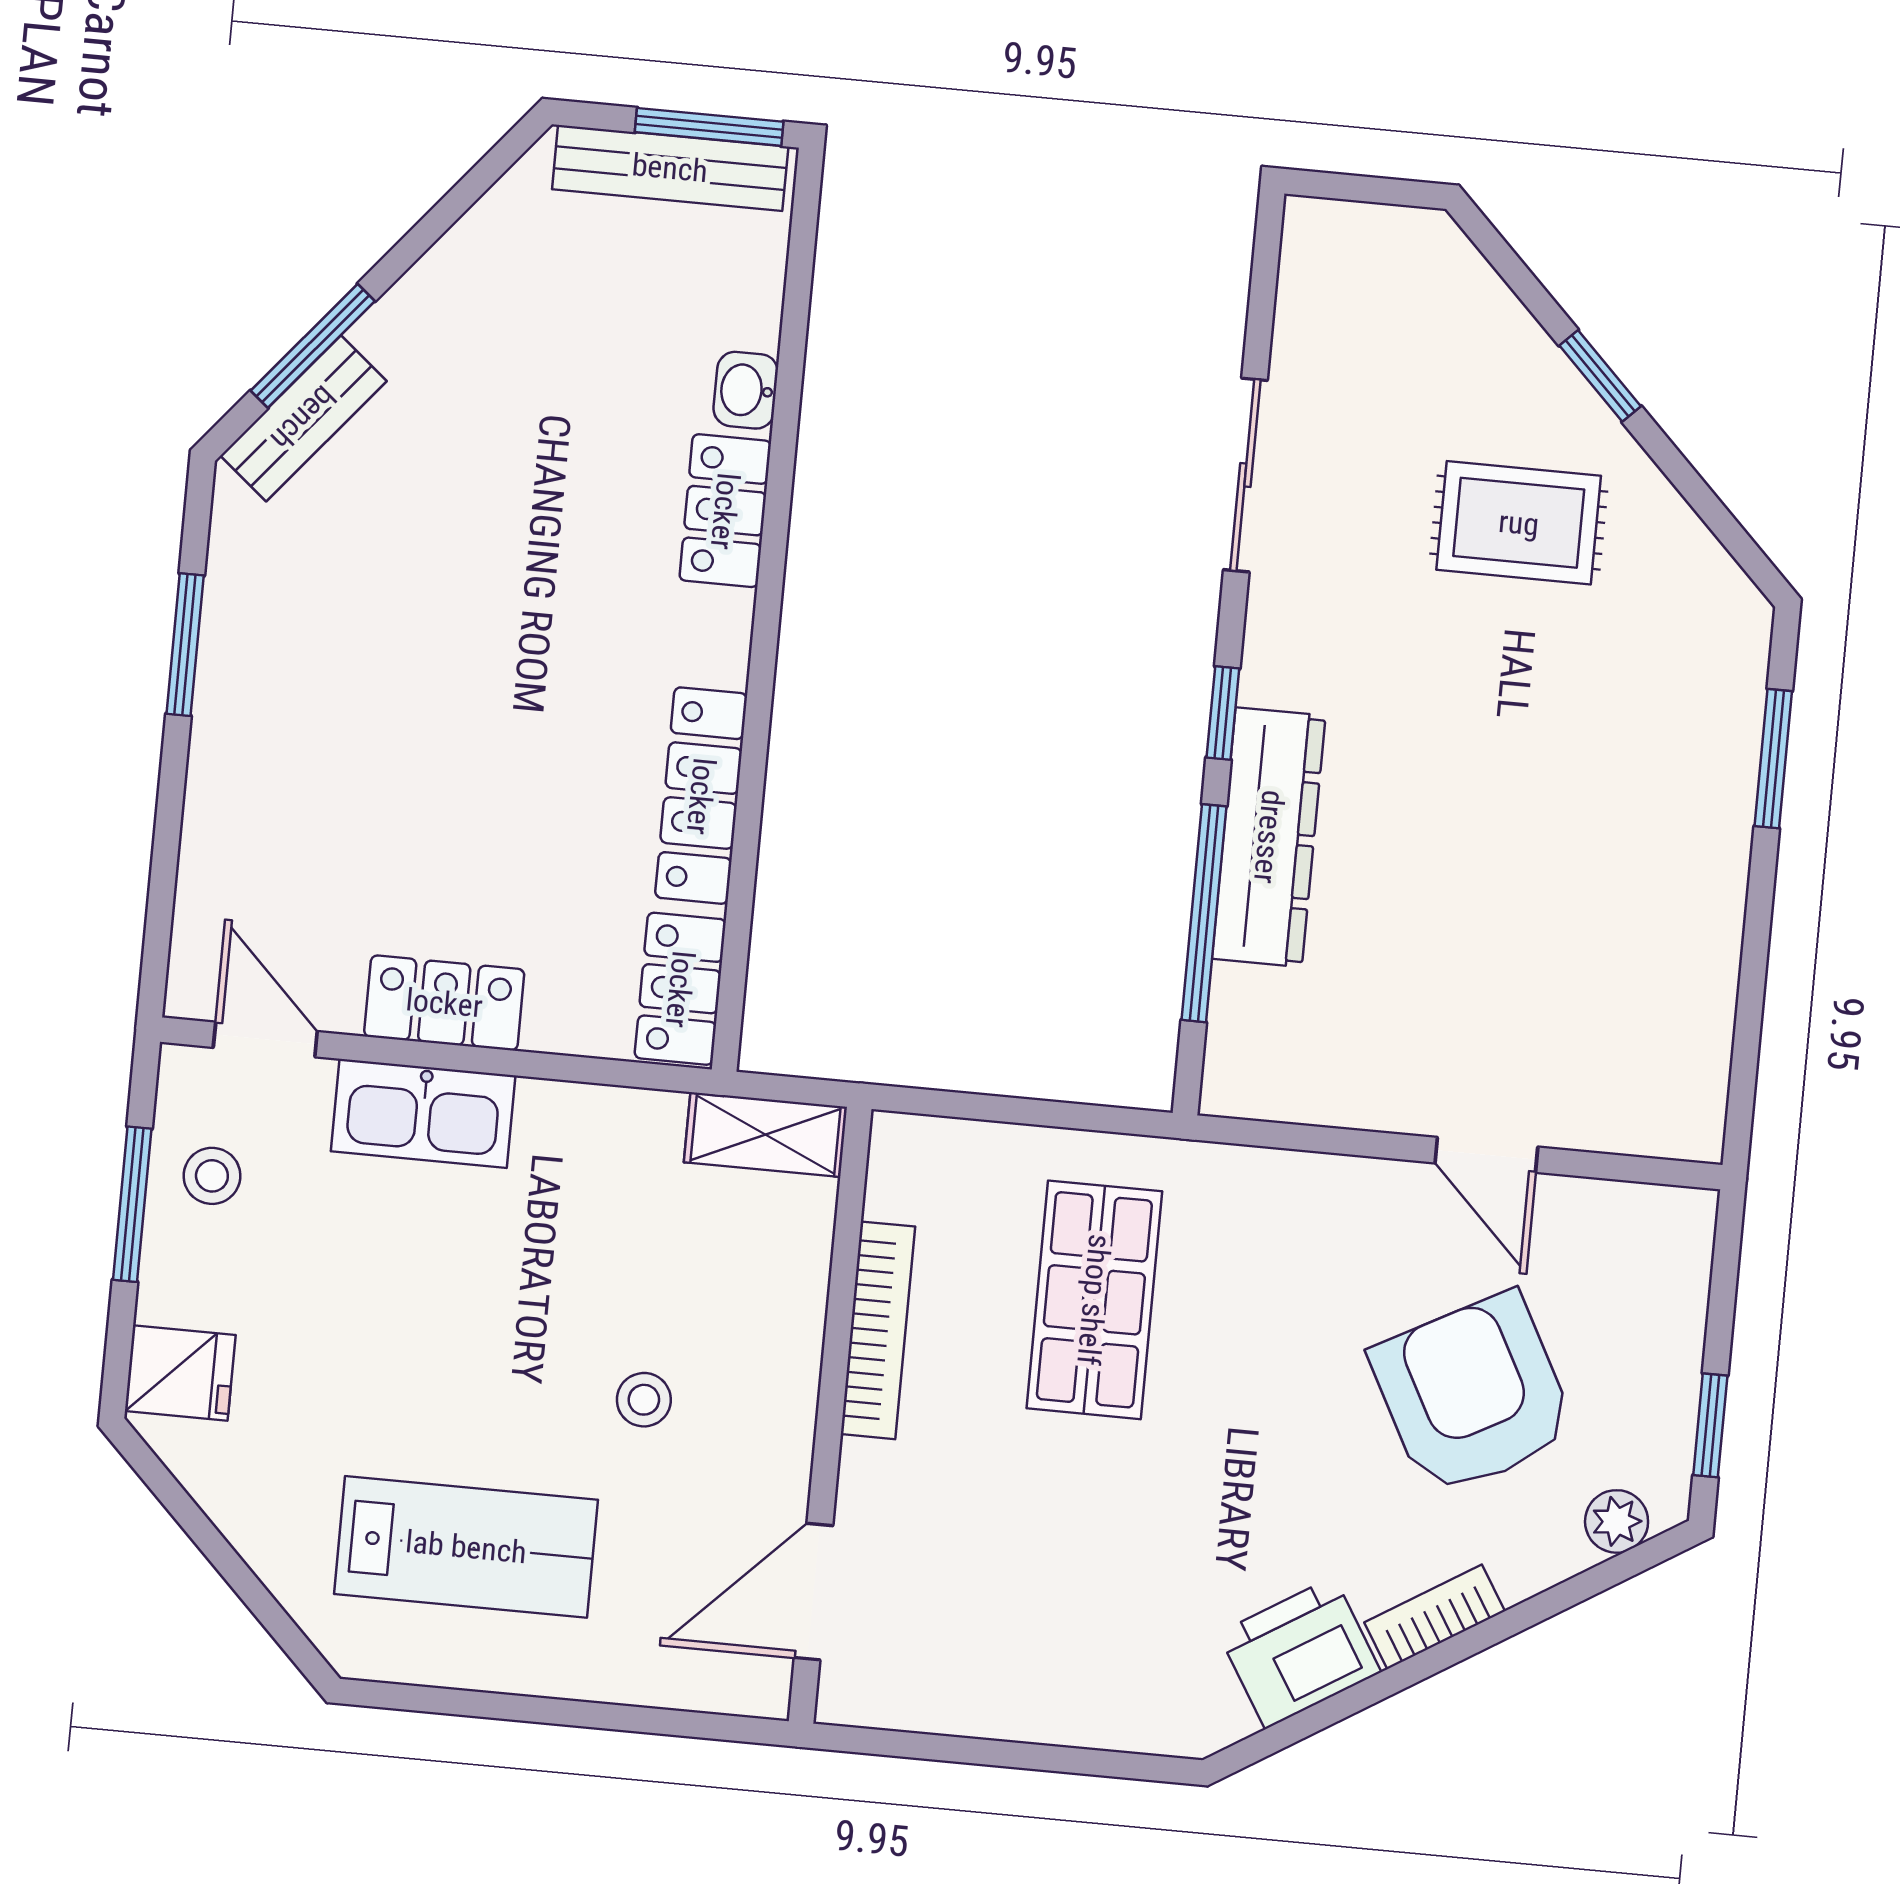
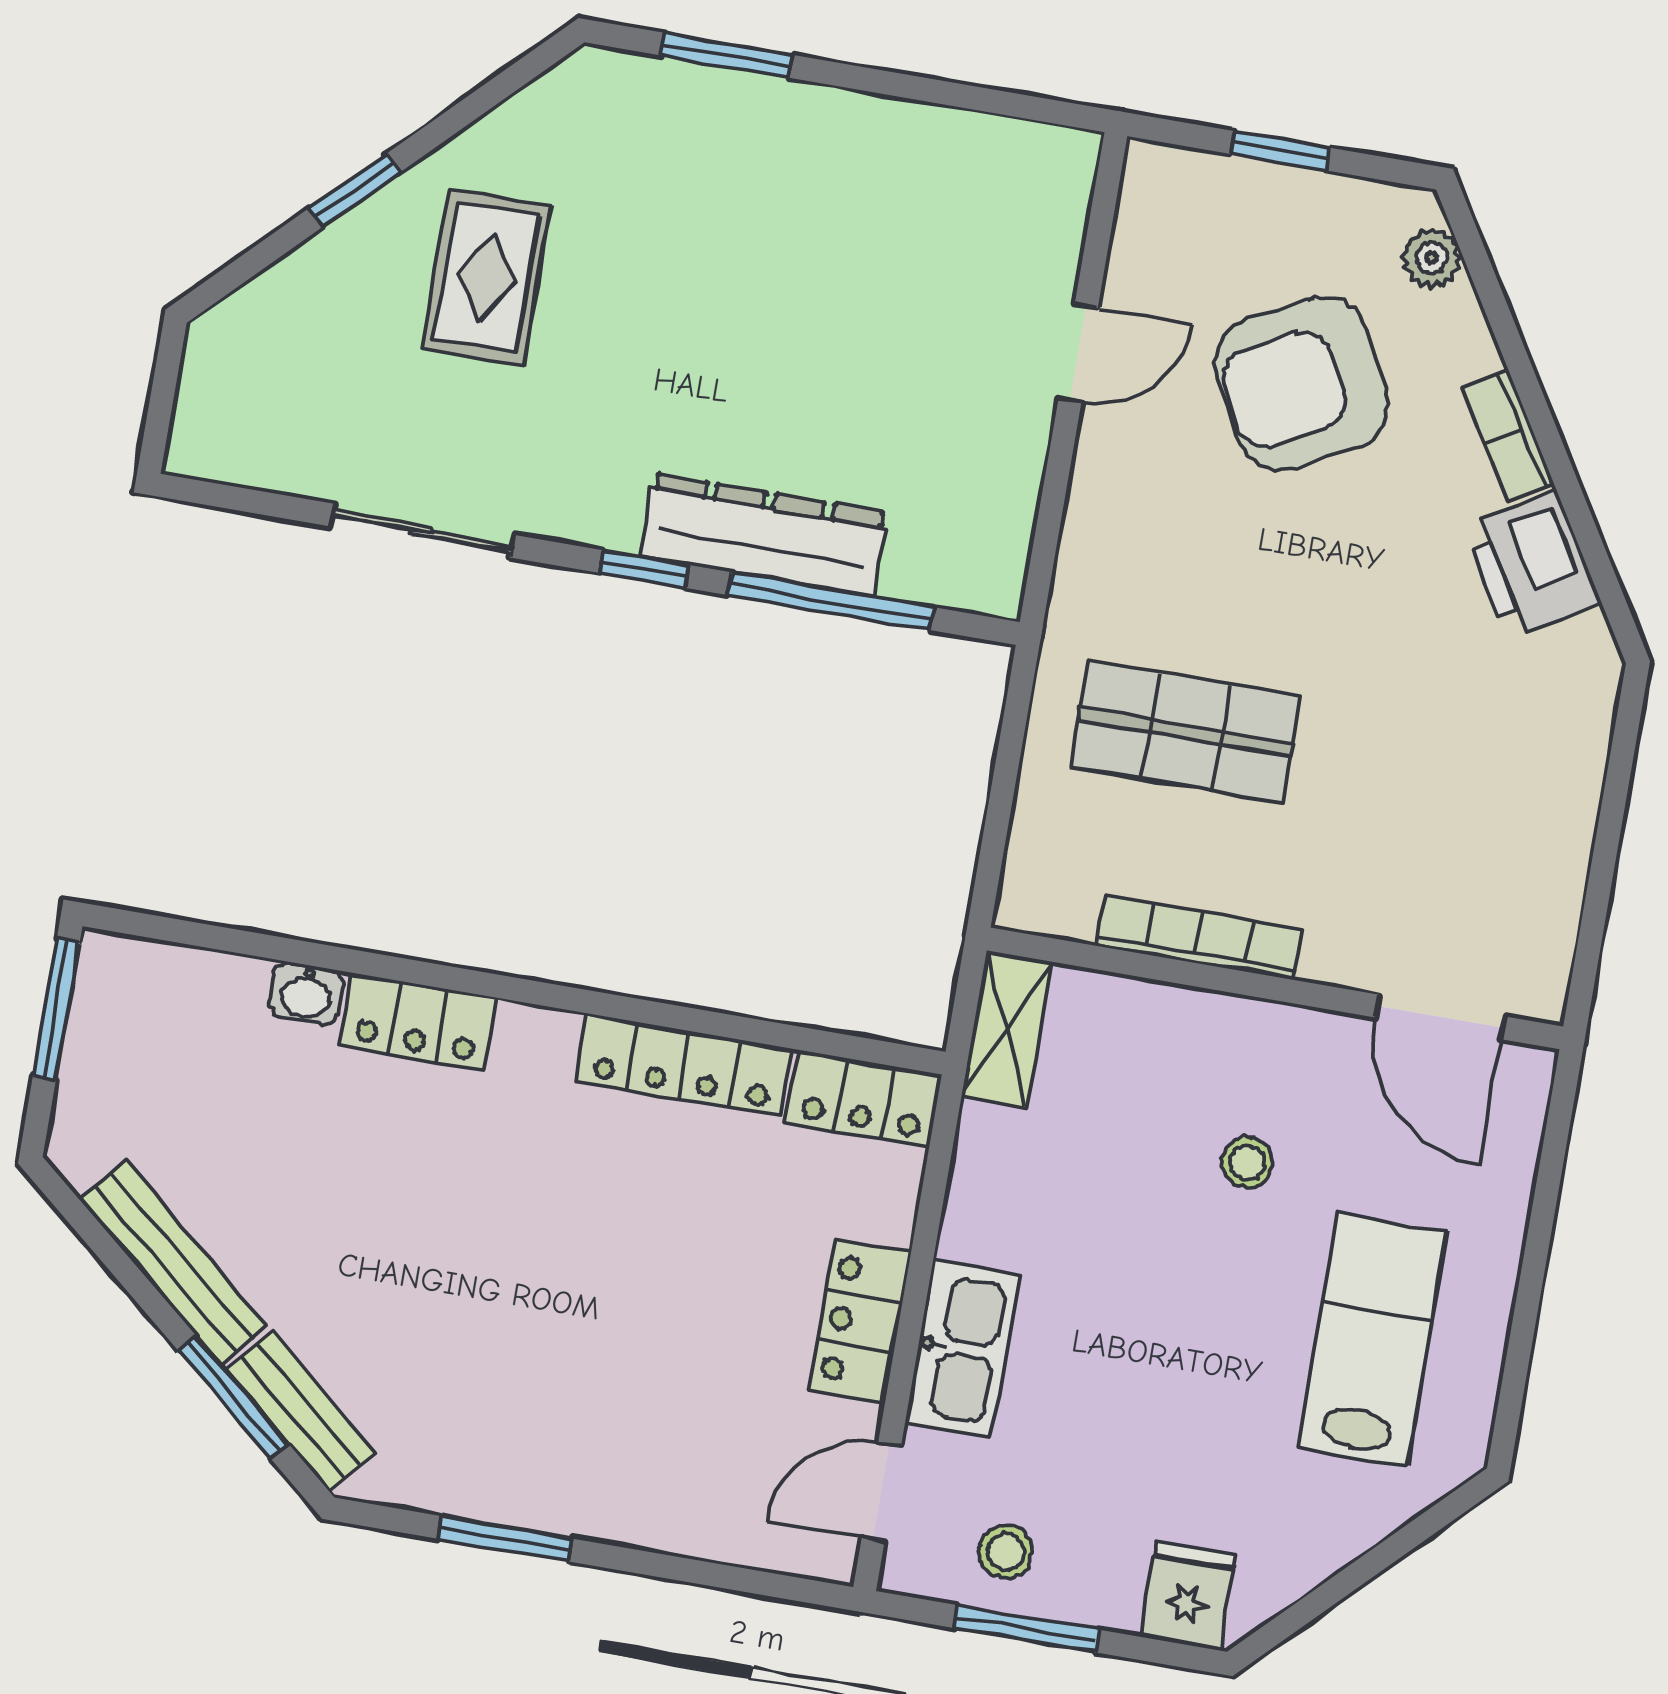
bench: (670, 168) -> (174, 1263), moved, turned -50
window: (1710, 1425) -> (1280, 151), moved

